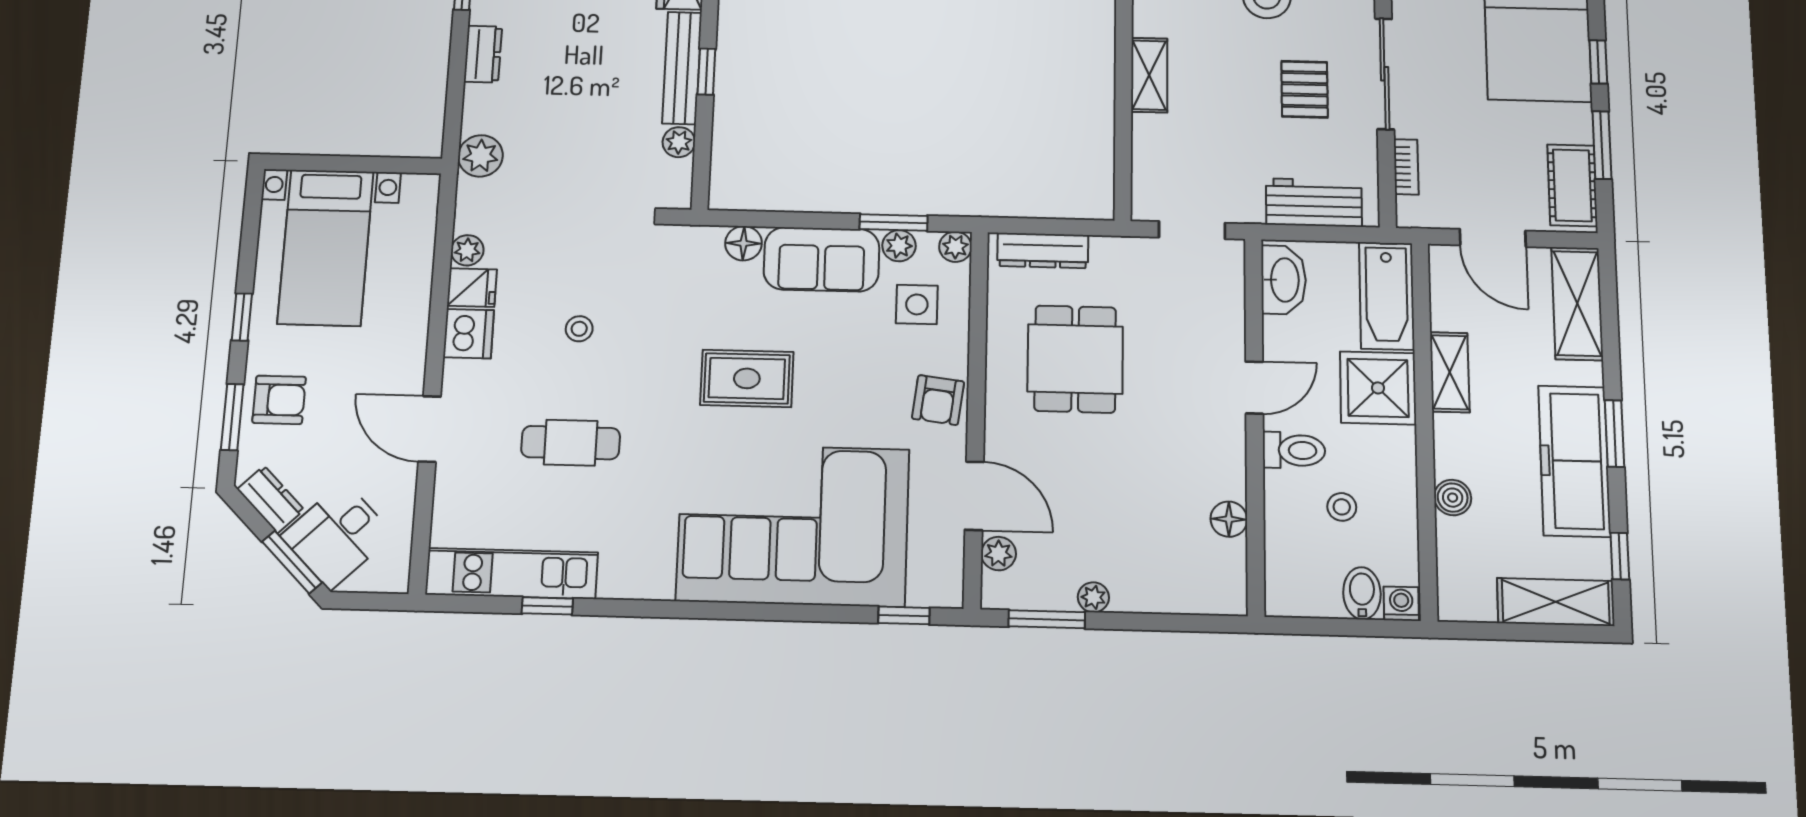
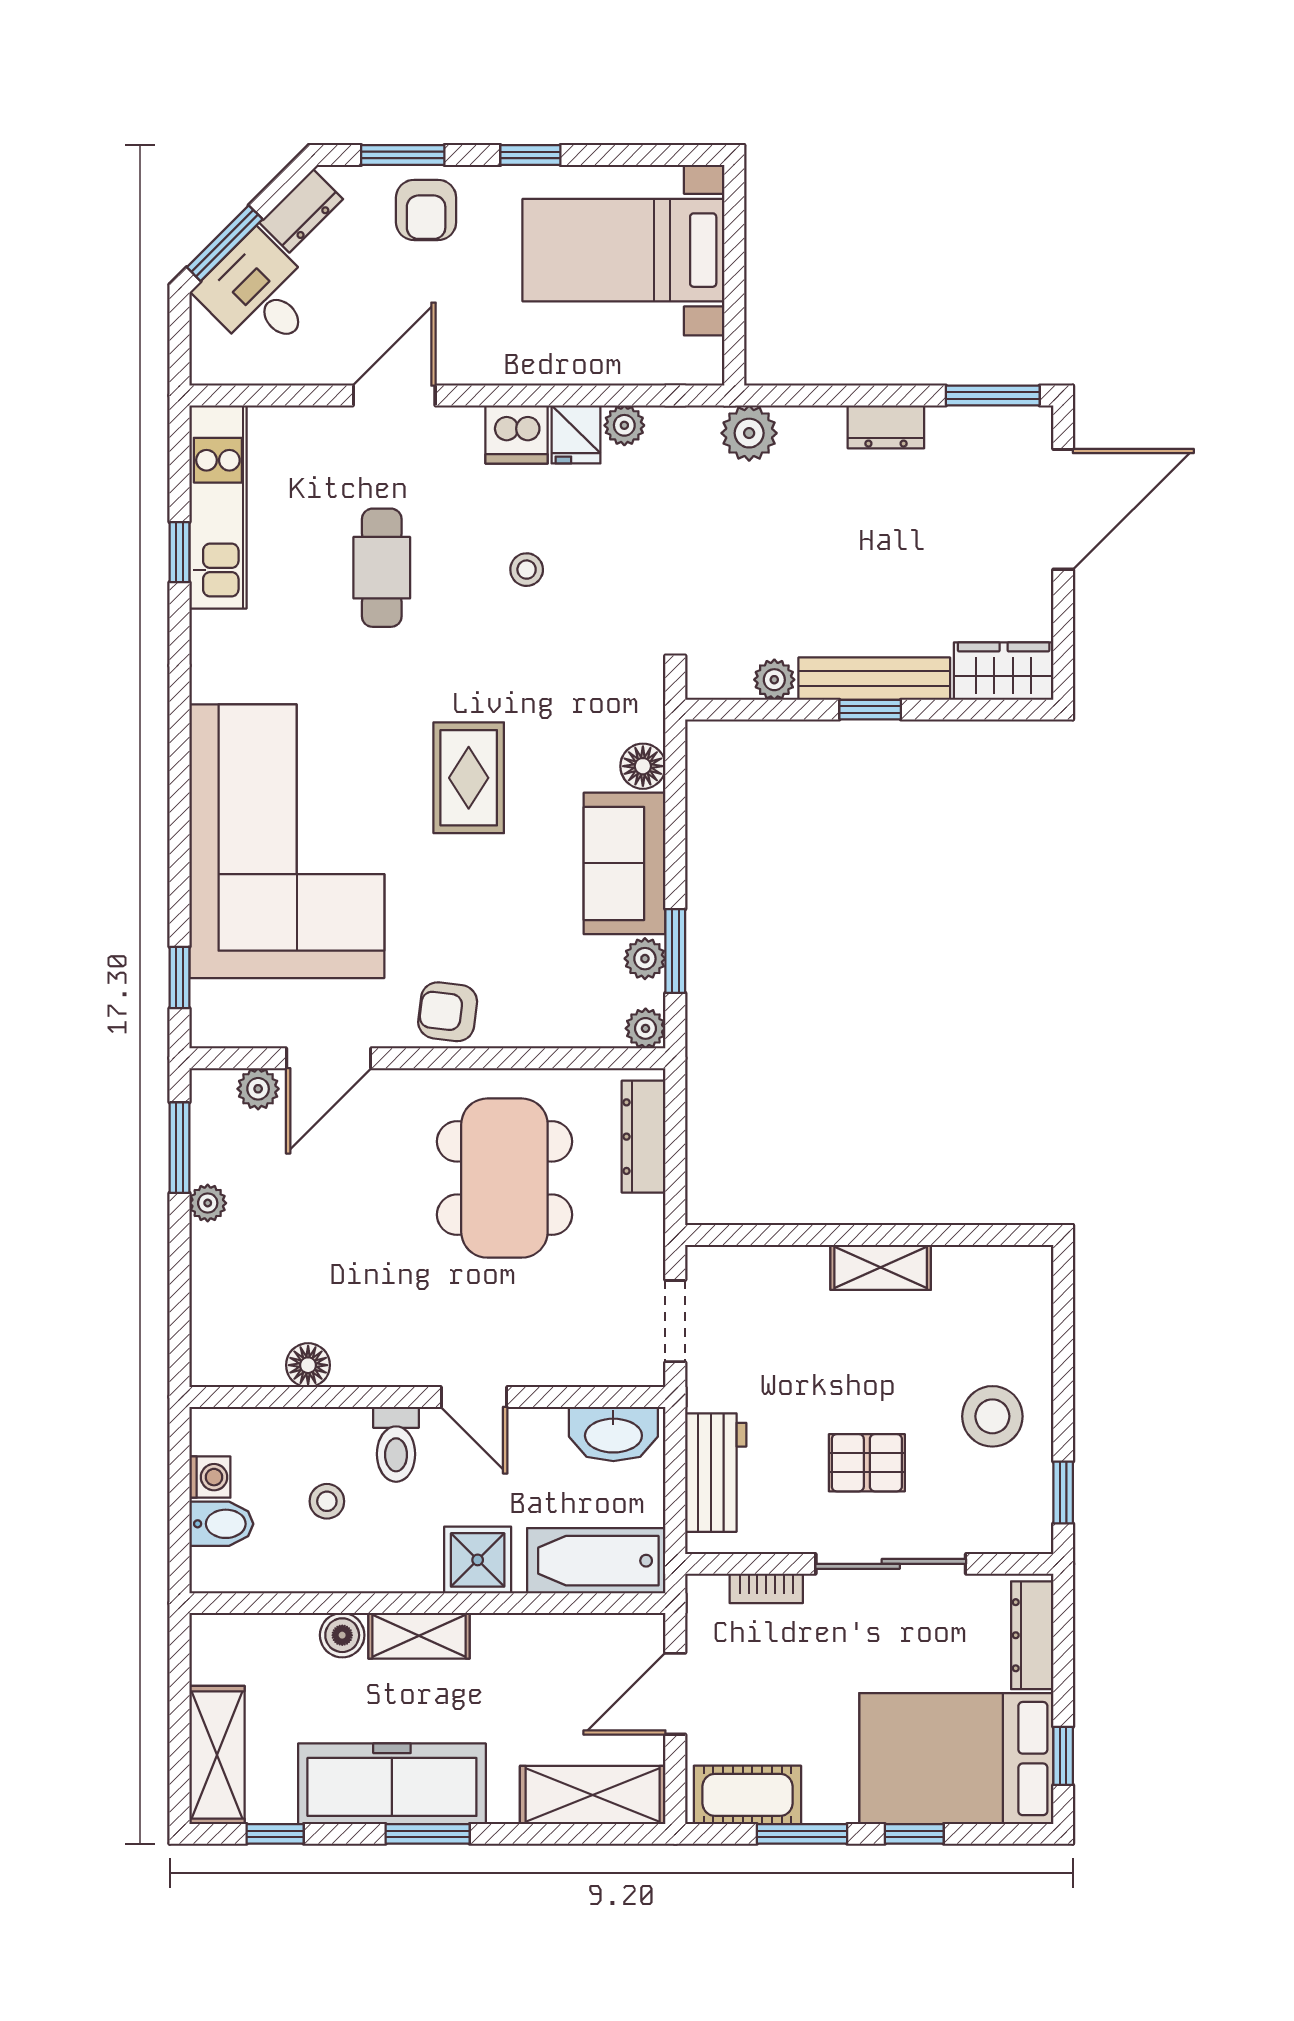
side table: (917, 304) -> (569, 983), removed
dining table: (1075, 359) -> (504, 1178), width x1.38
shelving: (1450, 372) -> (419, 1636), moved
shower: (1378, 388) -> (478, 1560), width x0.73, depth x0.73
washing machine: (1401, 604) -> (210, 1477), moved

